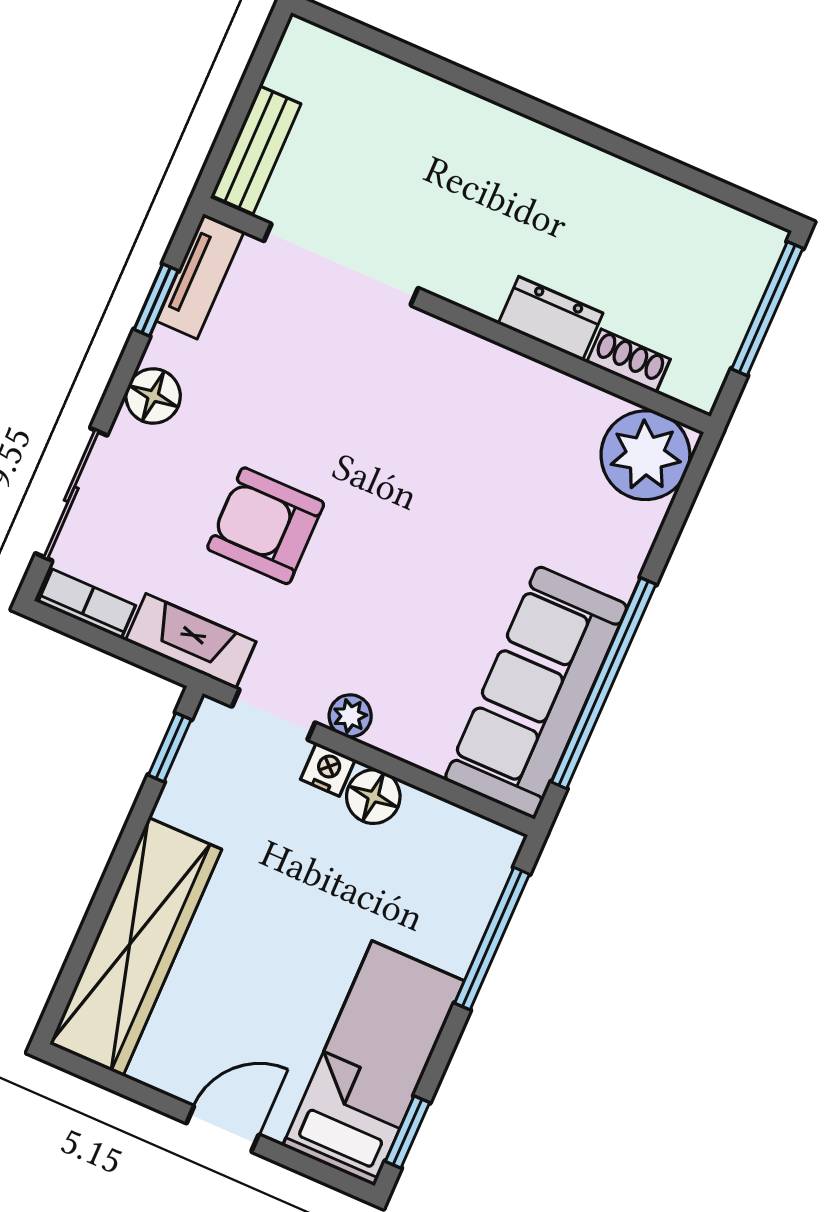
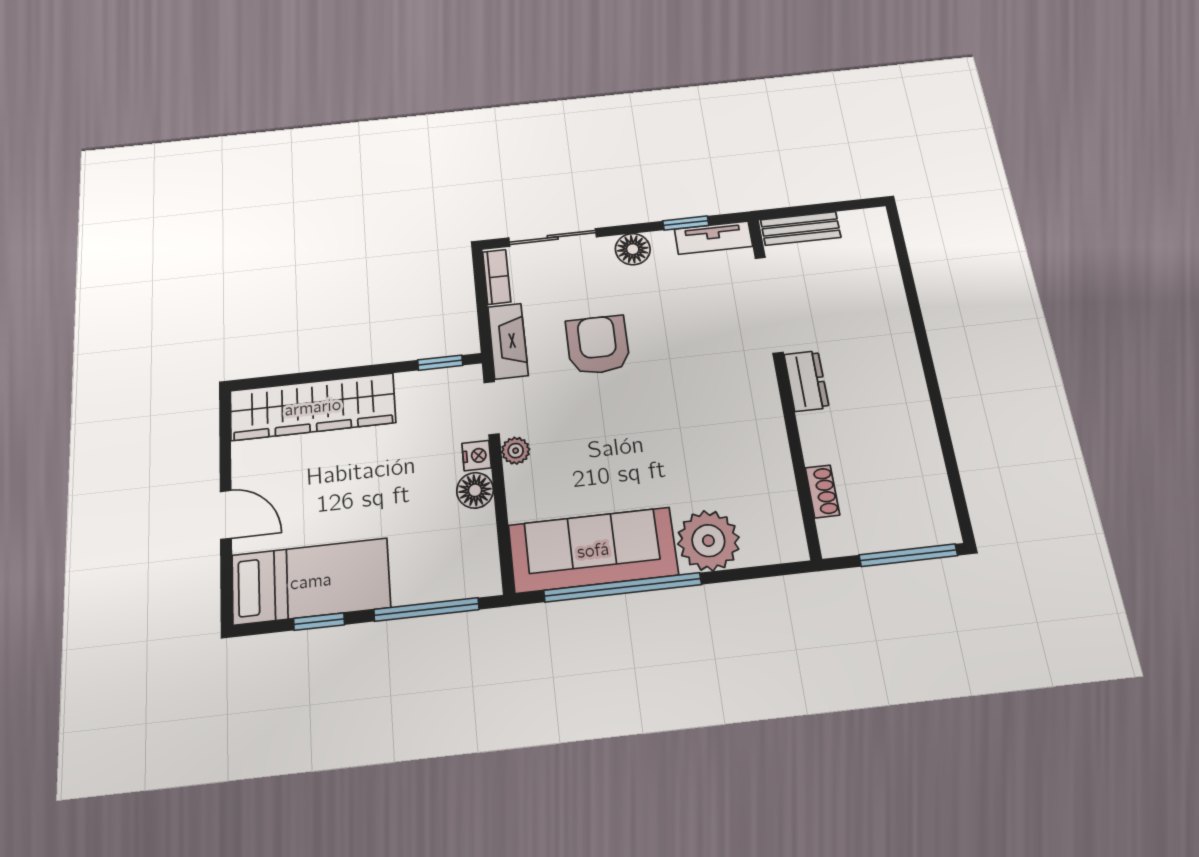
dresser: (550, 318) -> (806, 381), moved
plant: (645, 455) -> (708, 541), moved
window: (407, 1132) -> (319, 622), moved

